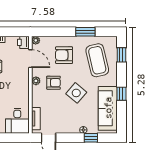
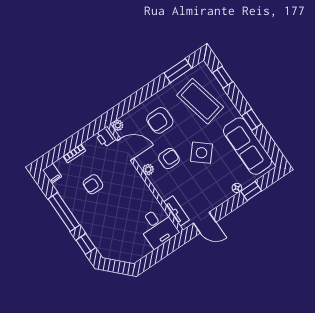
window: (85, 32) -> (178, 71), moved

